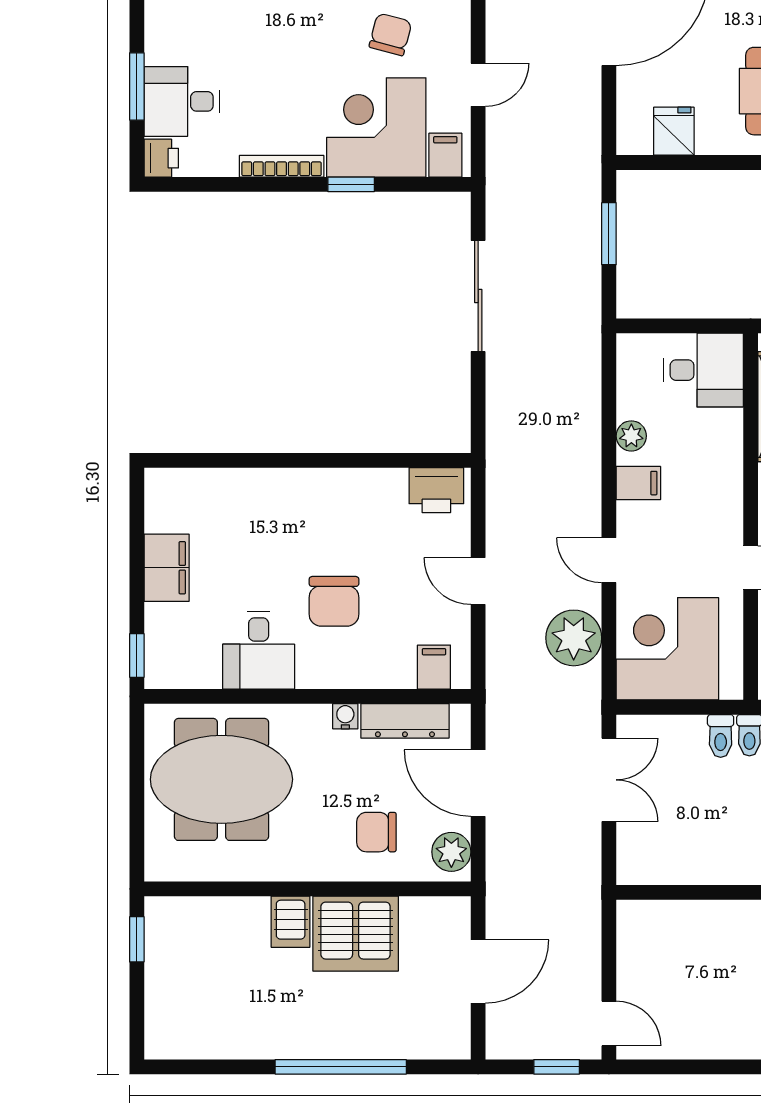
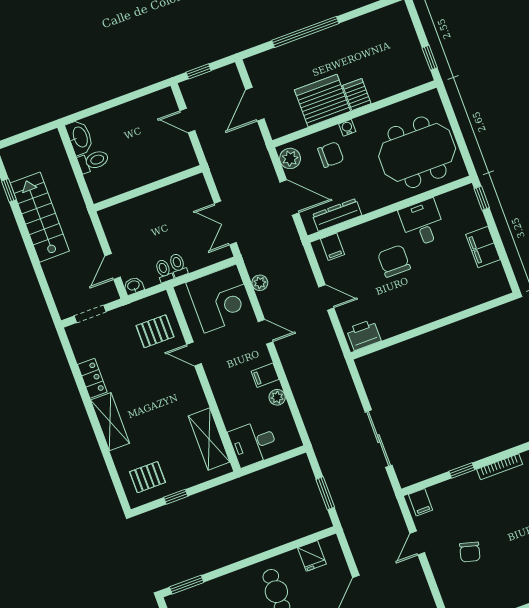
corner desk: (376, 127) -> (460, 503), removed
plant: (574, 638) -> (260, 283), width x0.53, depth x0.53
water cooler: (345, 716) -> (347, 128), moved, turned 180
door: (609, 1024) -> (187, 121), moved

